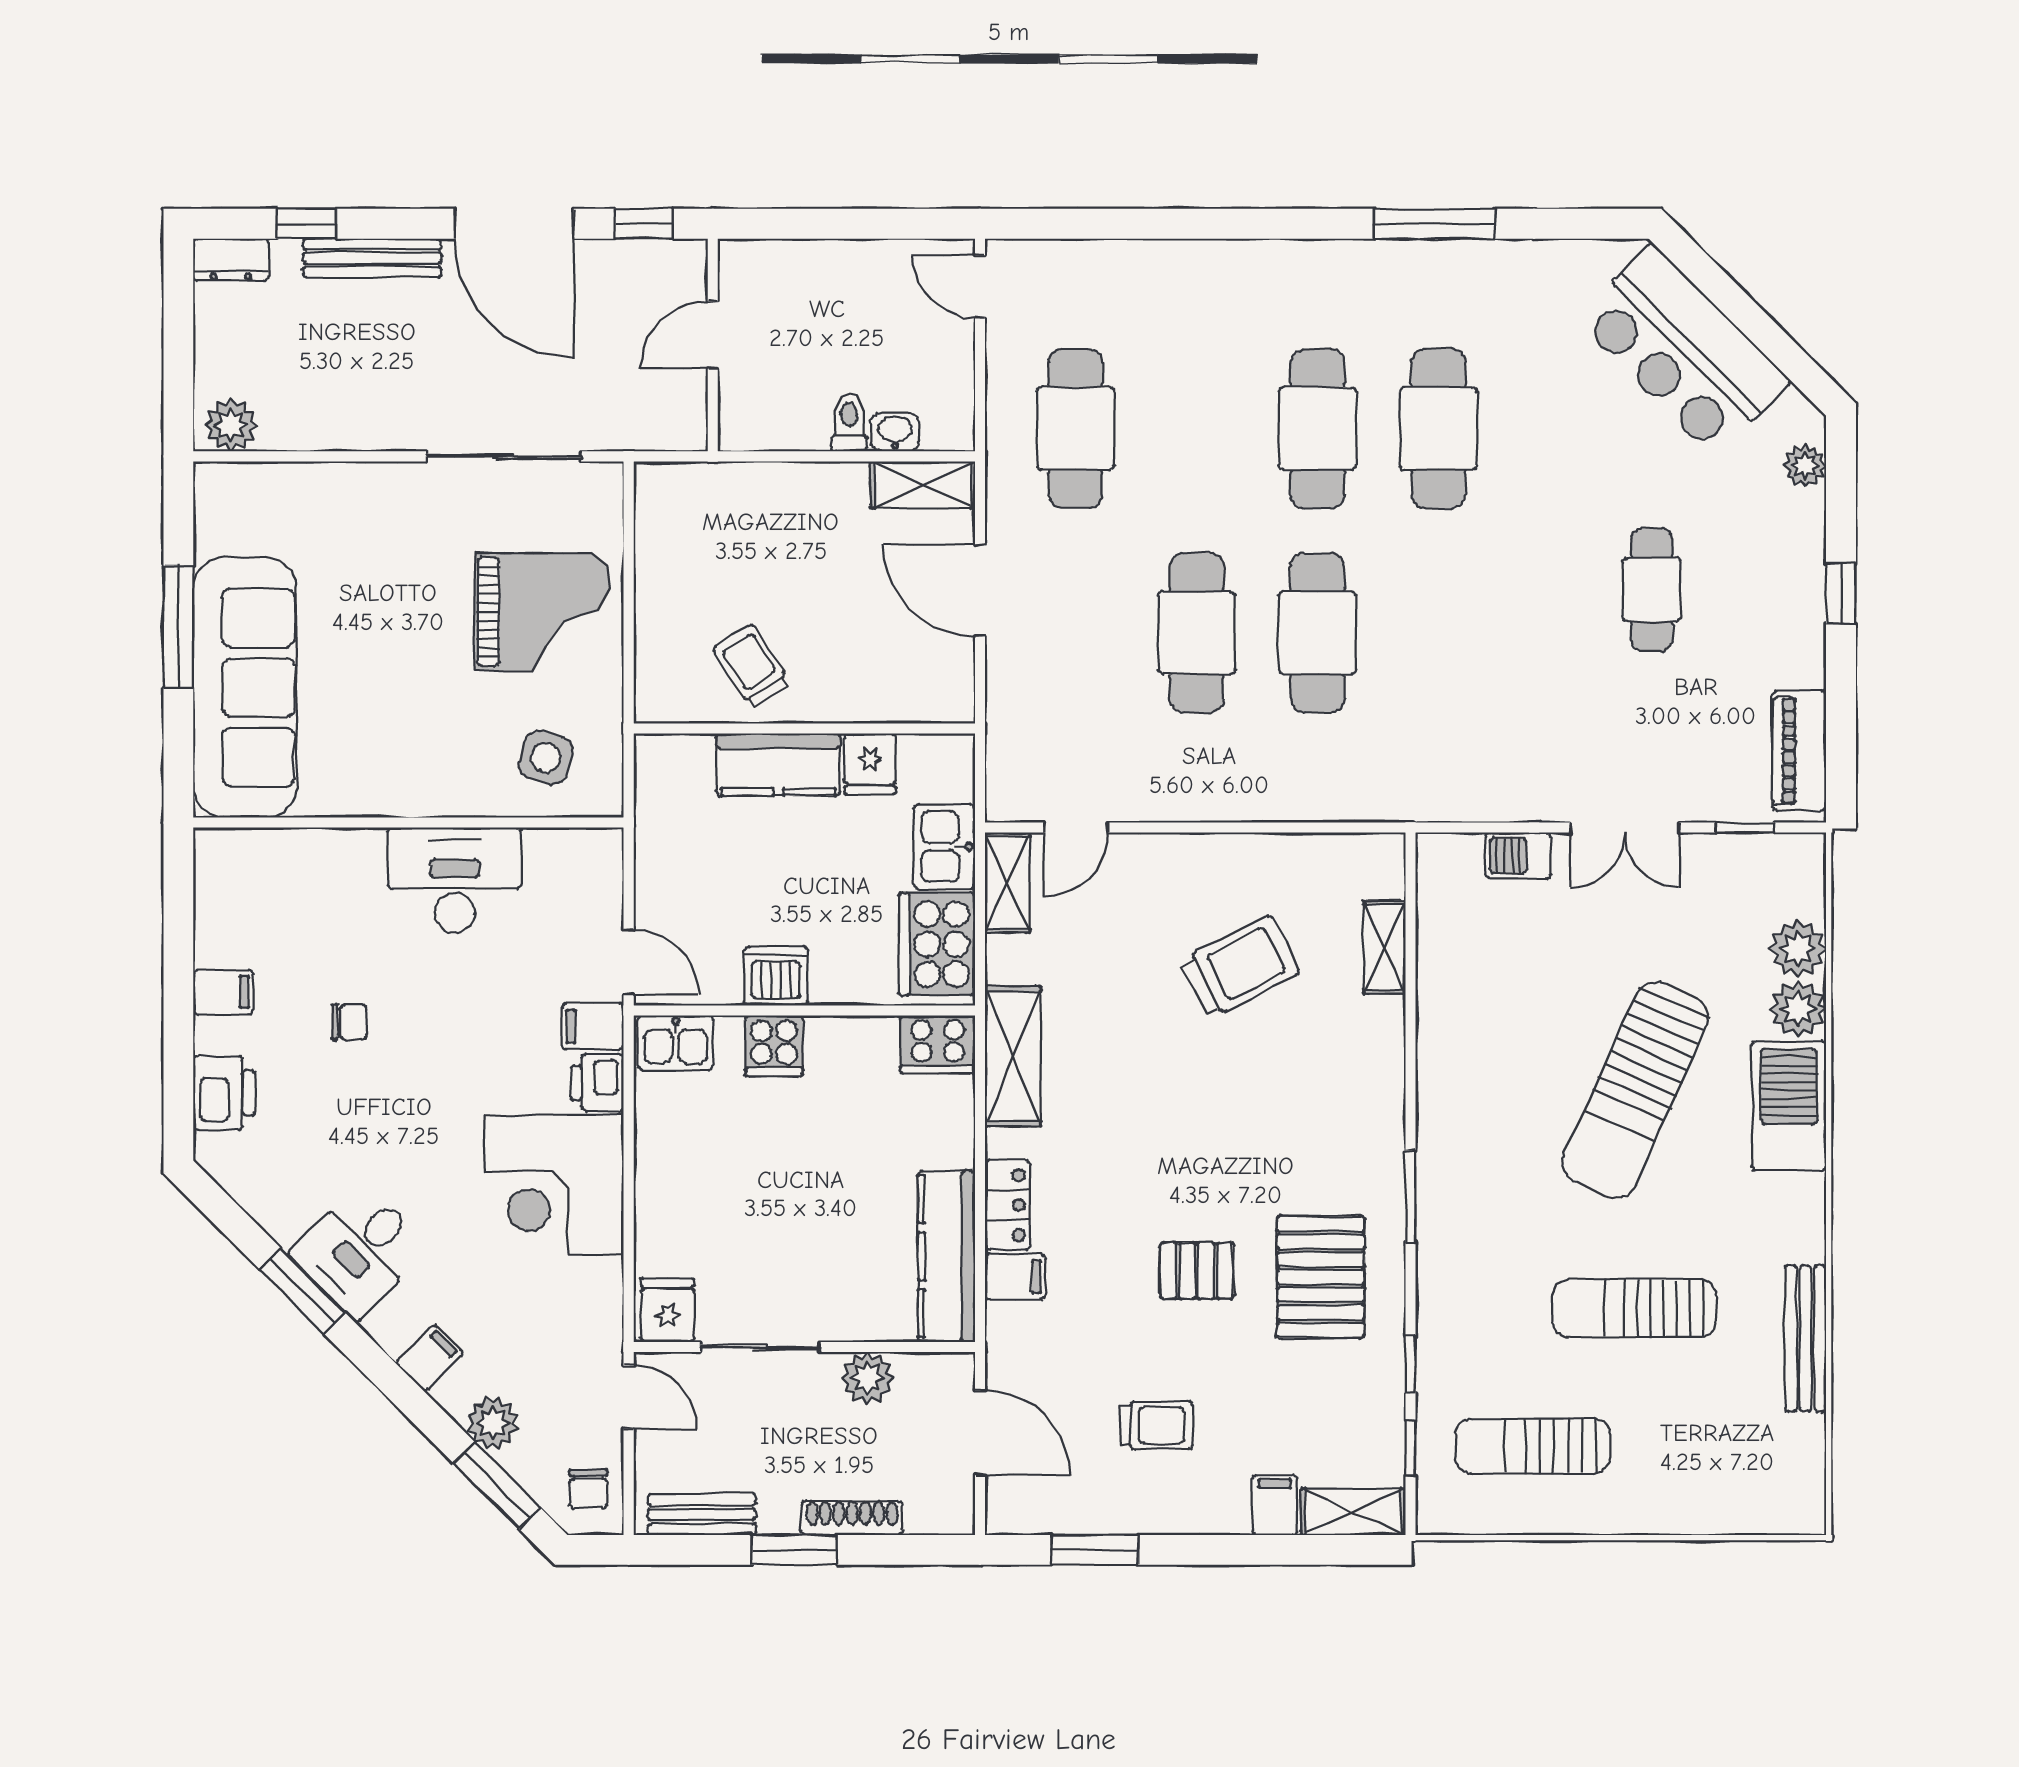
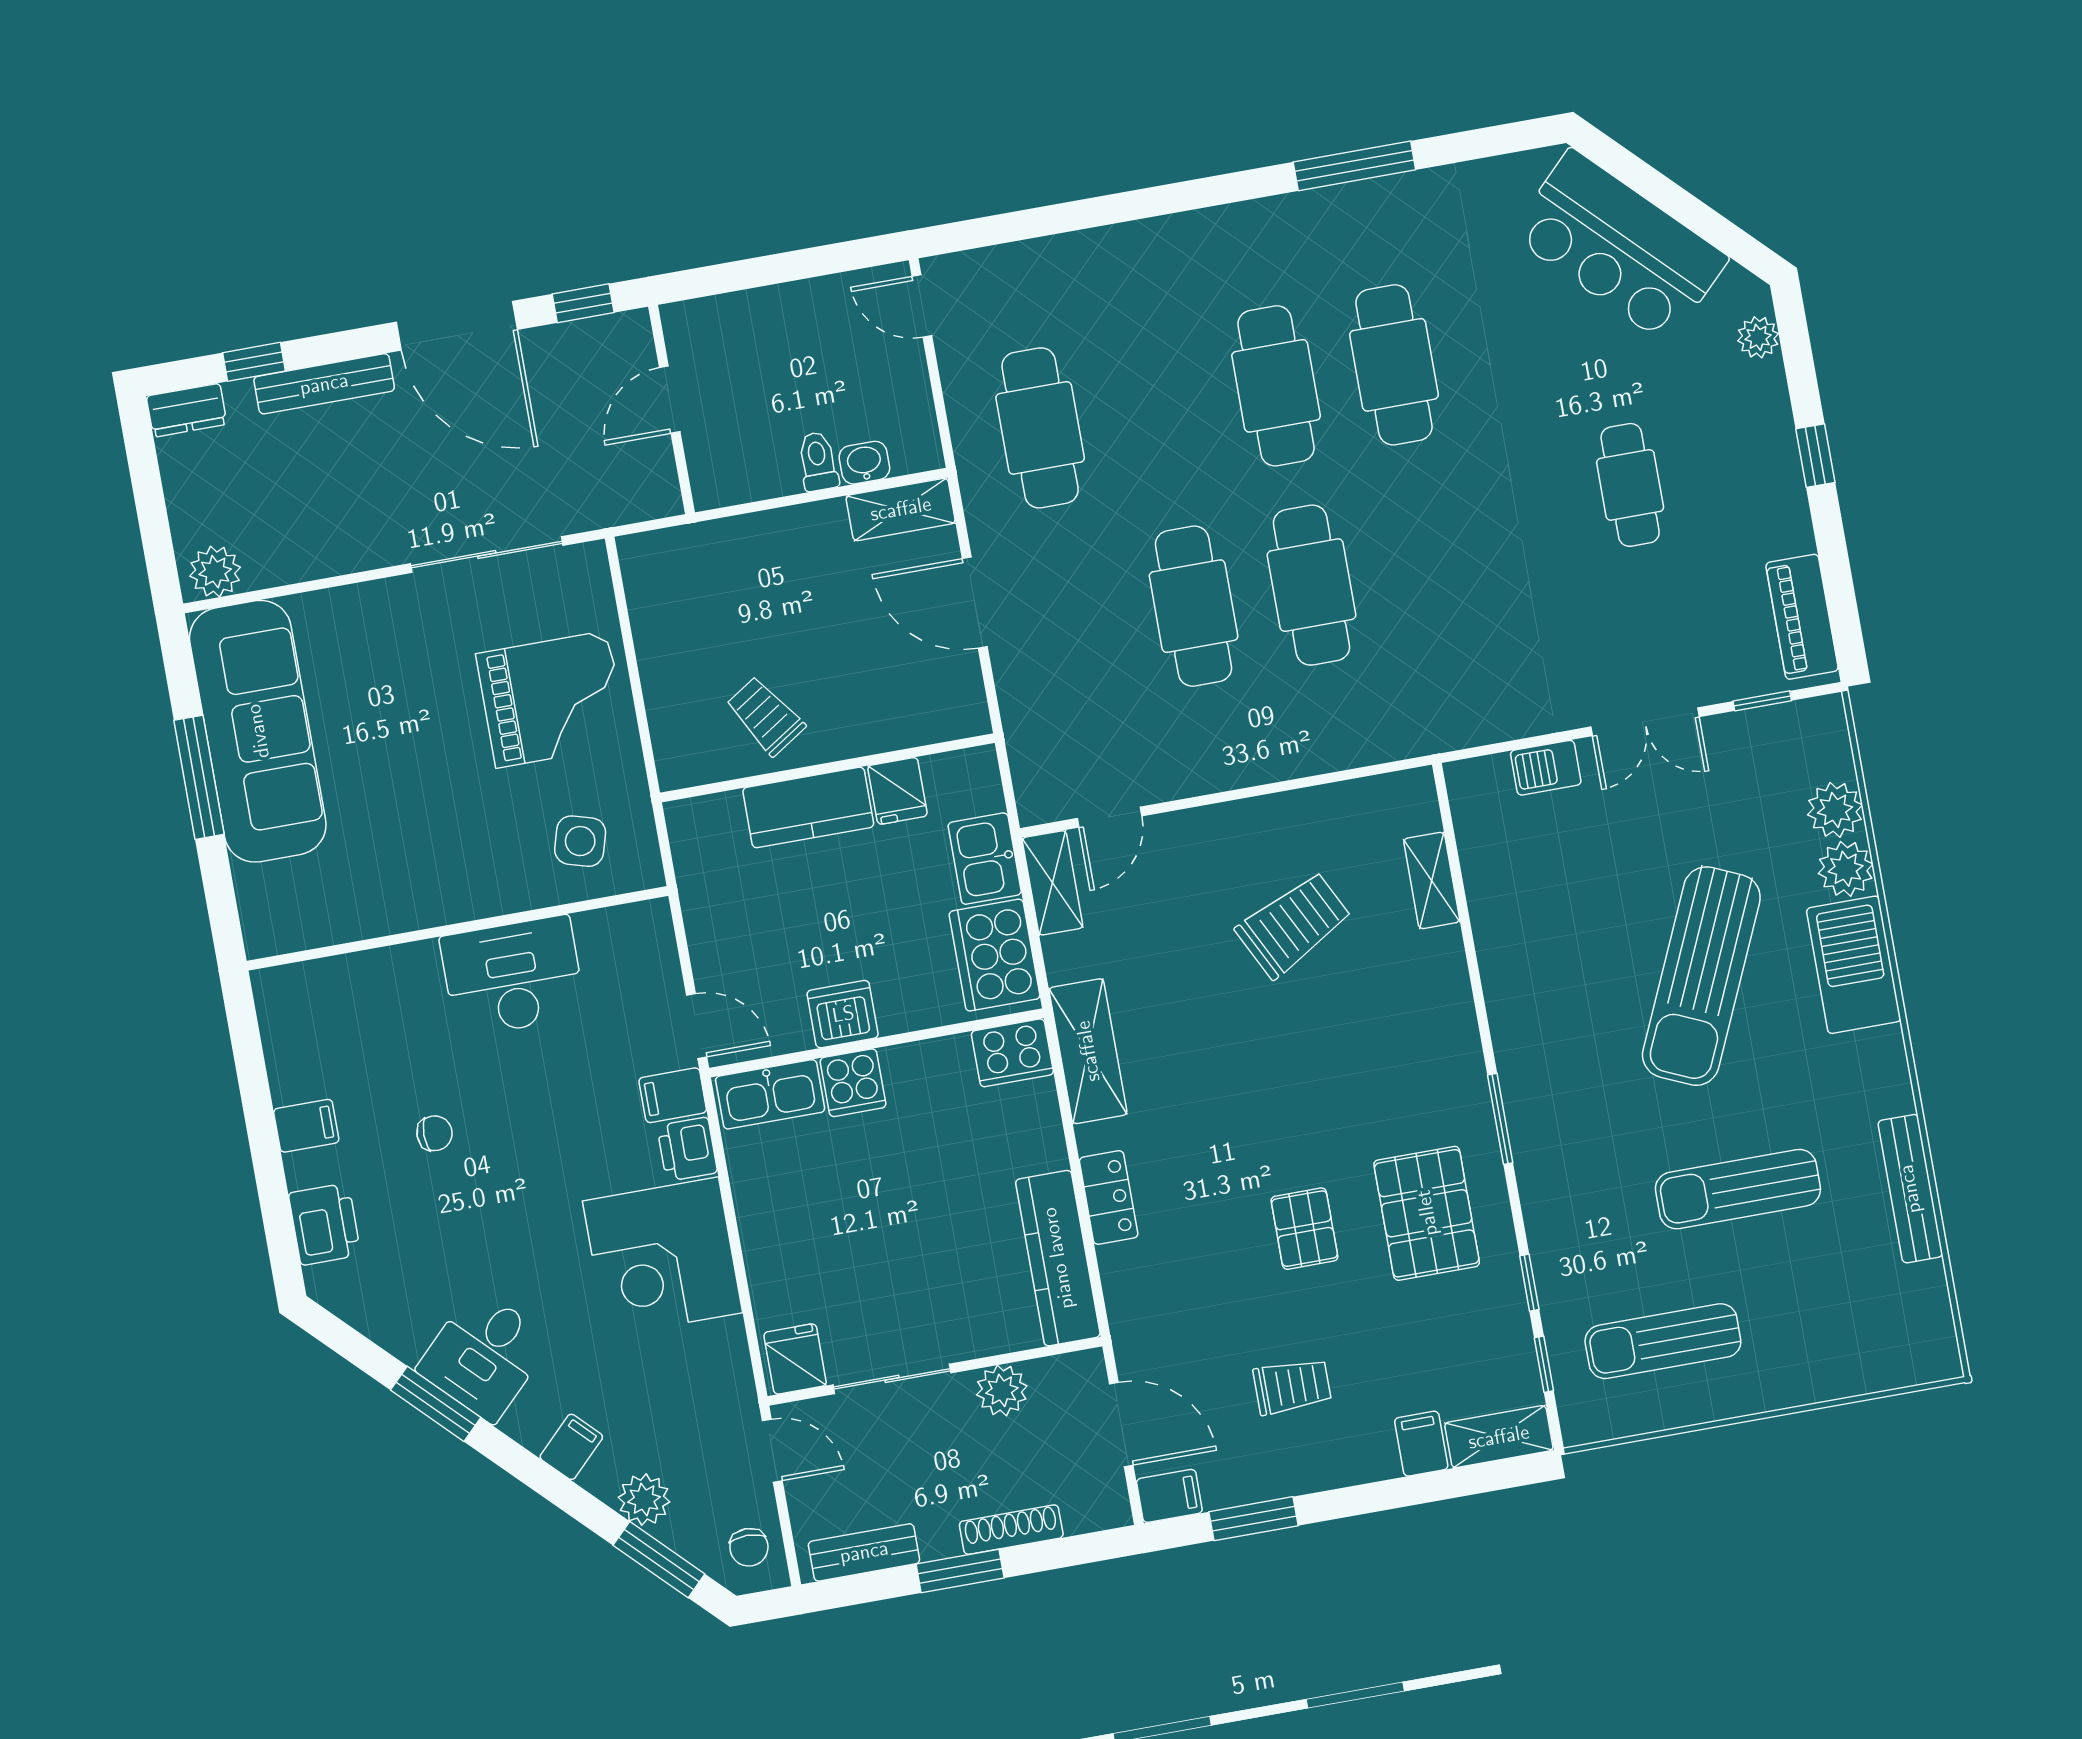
sofa: (245, 687) -> (258, 731), moved
kitchen sink: (675, 1043) -> (770, 1094), width x1.38
pallet: (1197, 1271) -> (1304, 1229), turned 90
filing cabinet: (1015, 1277) -> (1169, 1496), moved

